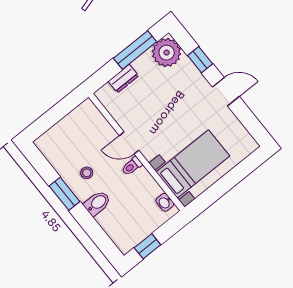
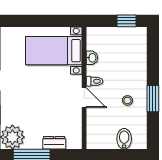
washbasin: (165, 202) -> (92, 58), moved
bidet: (97, 203) -> (124, 139), moved, turned 90

